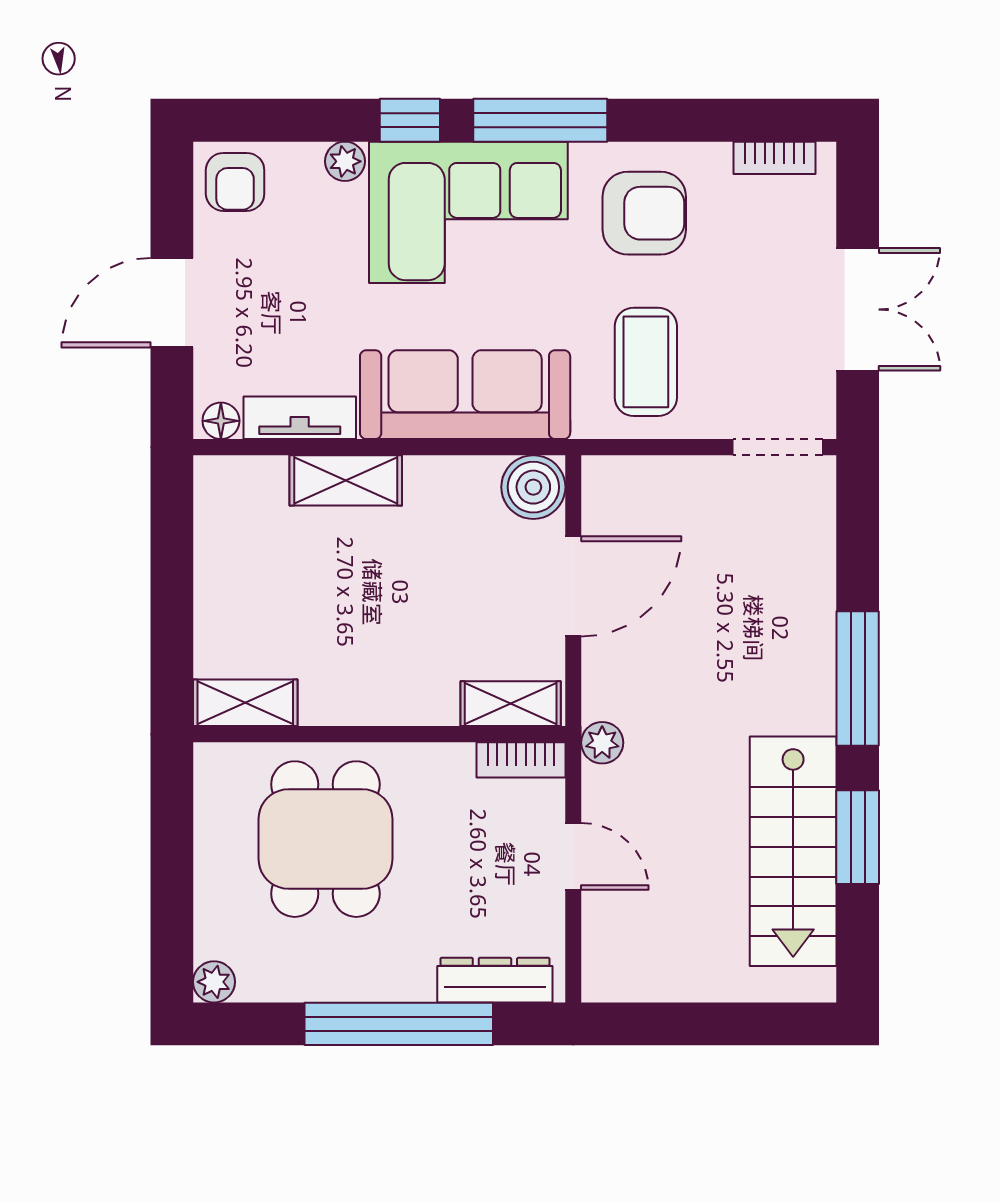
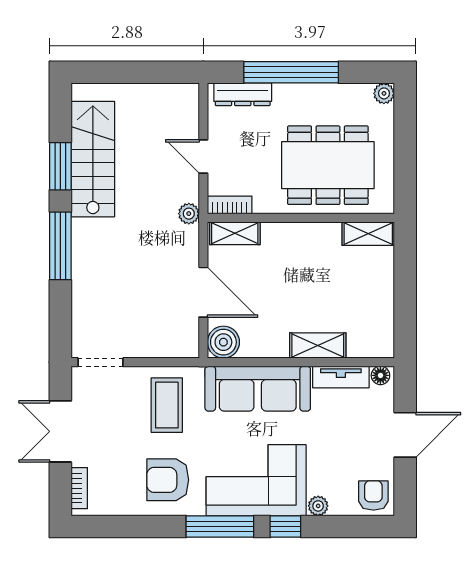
bookcase: (774, 158) -> (79, 488), moved, turned 90
door: (573, 586) -> (203, 292), swing flipped
dining table: (325, 839) -> (328, 165), width x1.38

